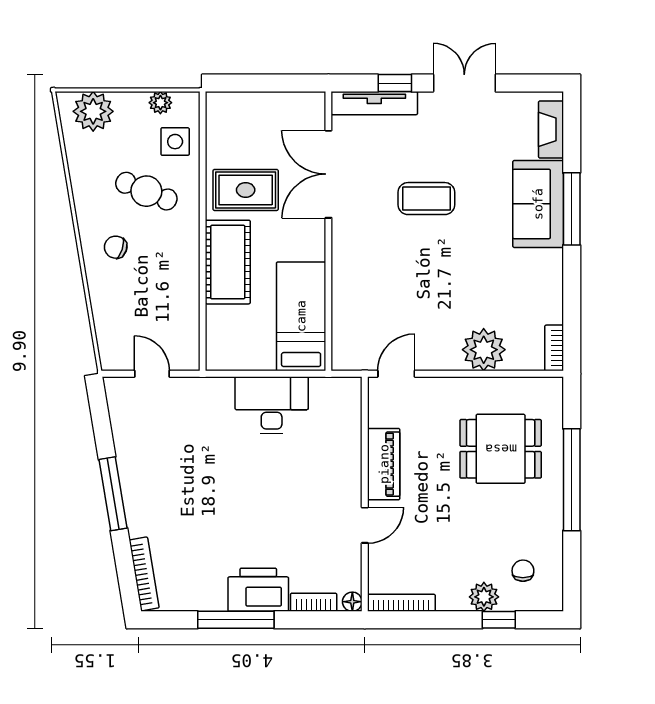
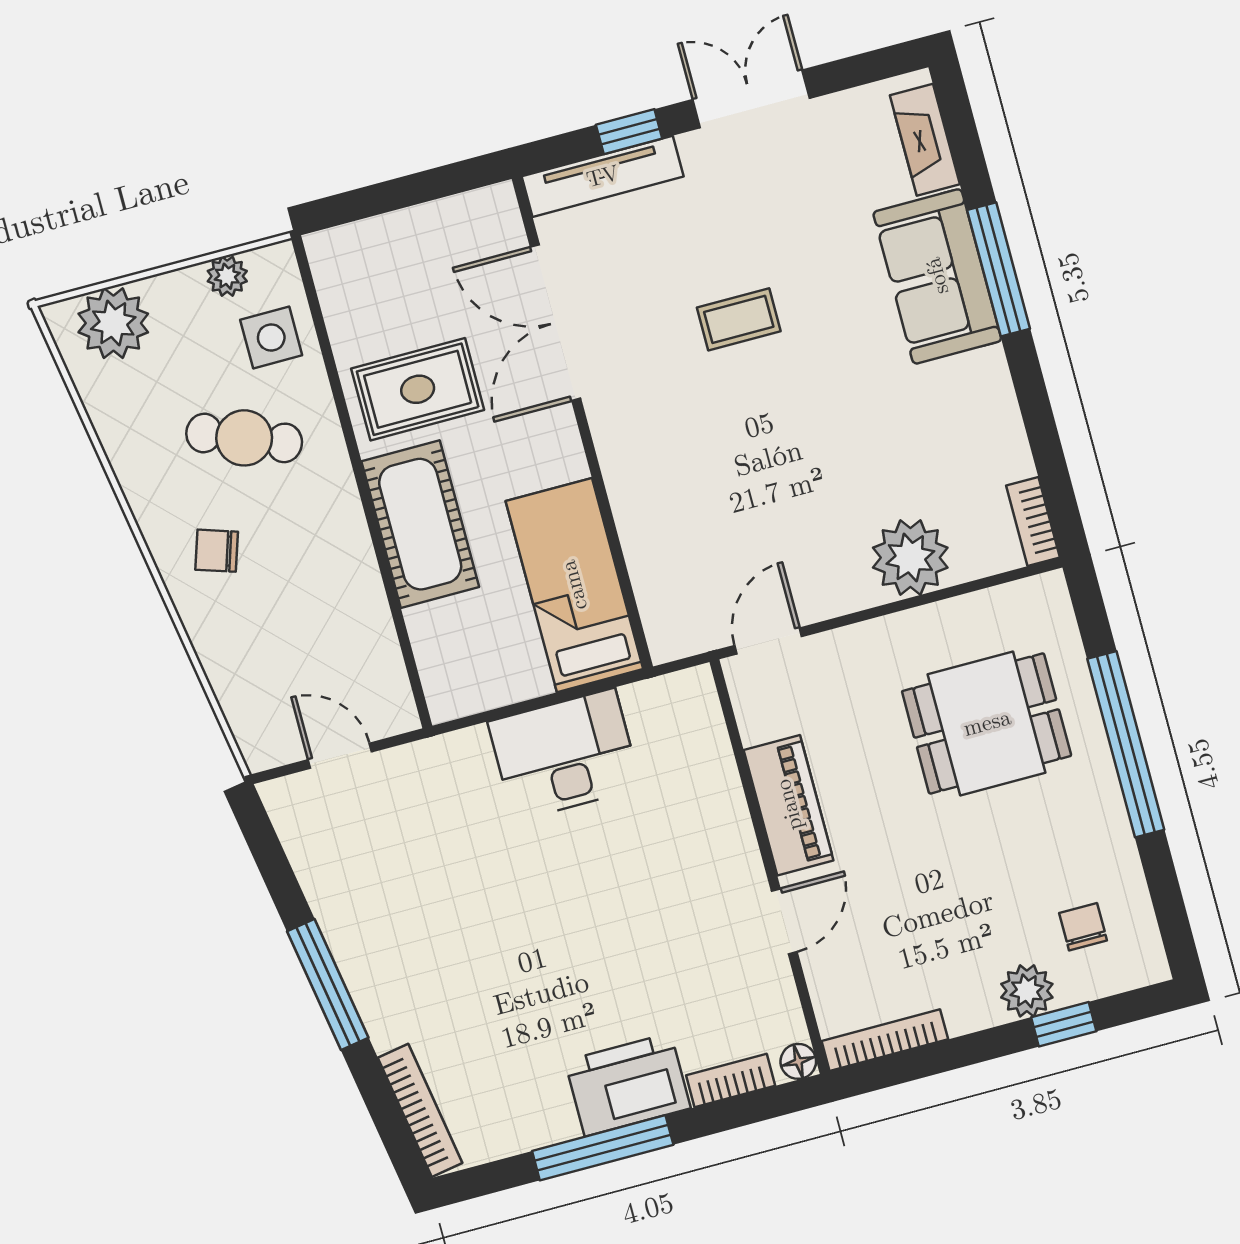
coffee table: (426, 199) -> (739, 319), width x0.73, depth x0.77

